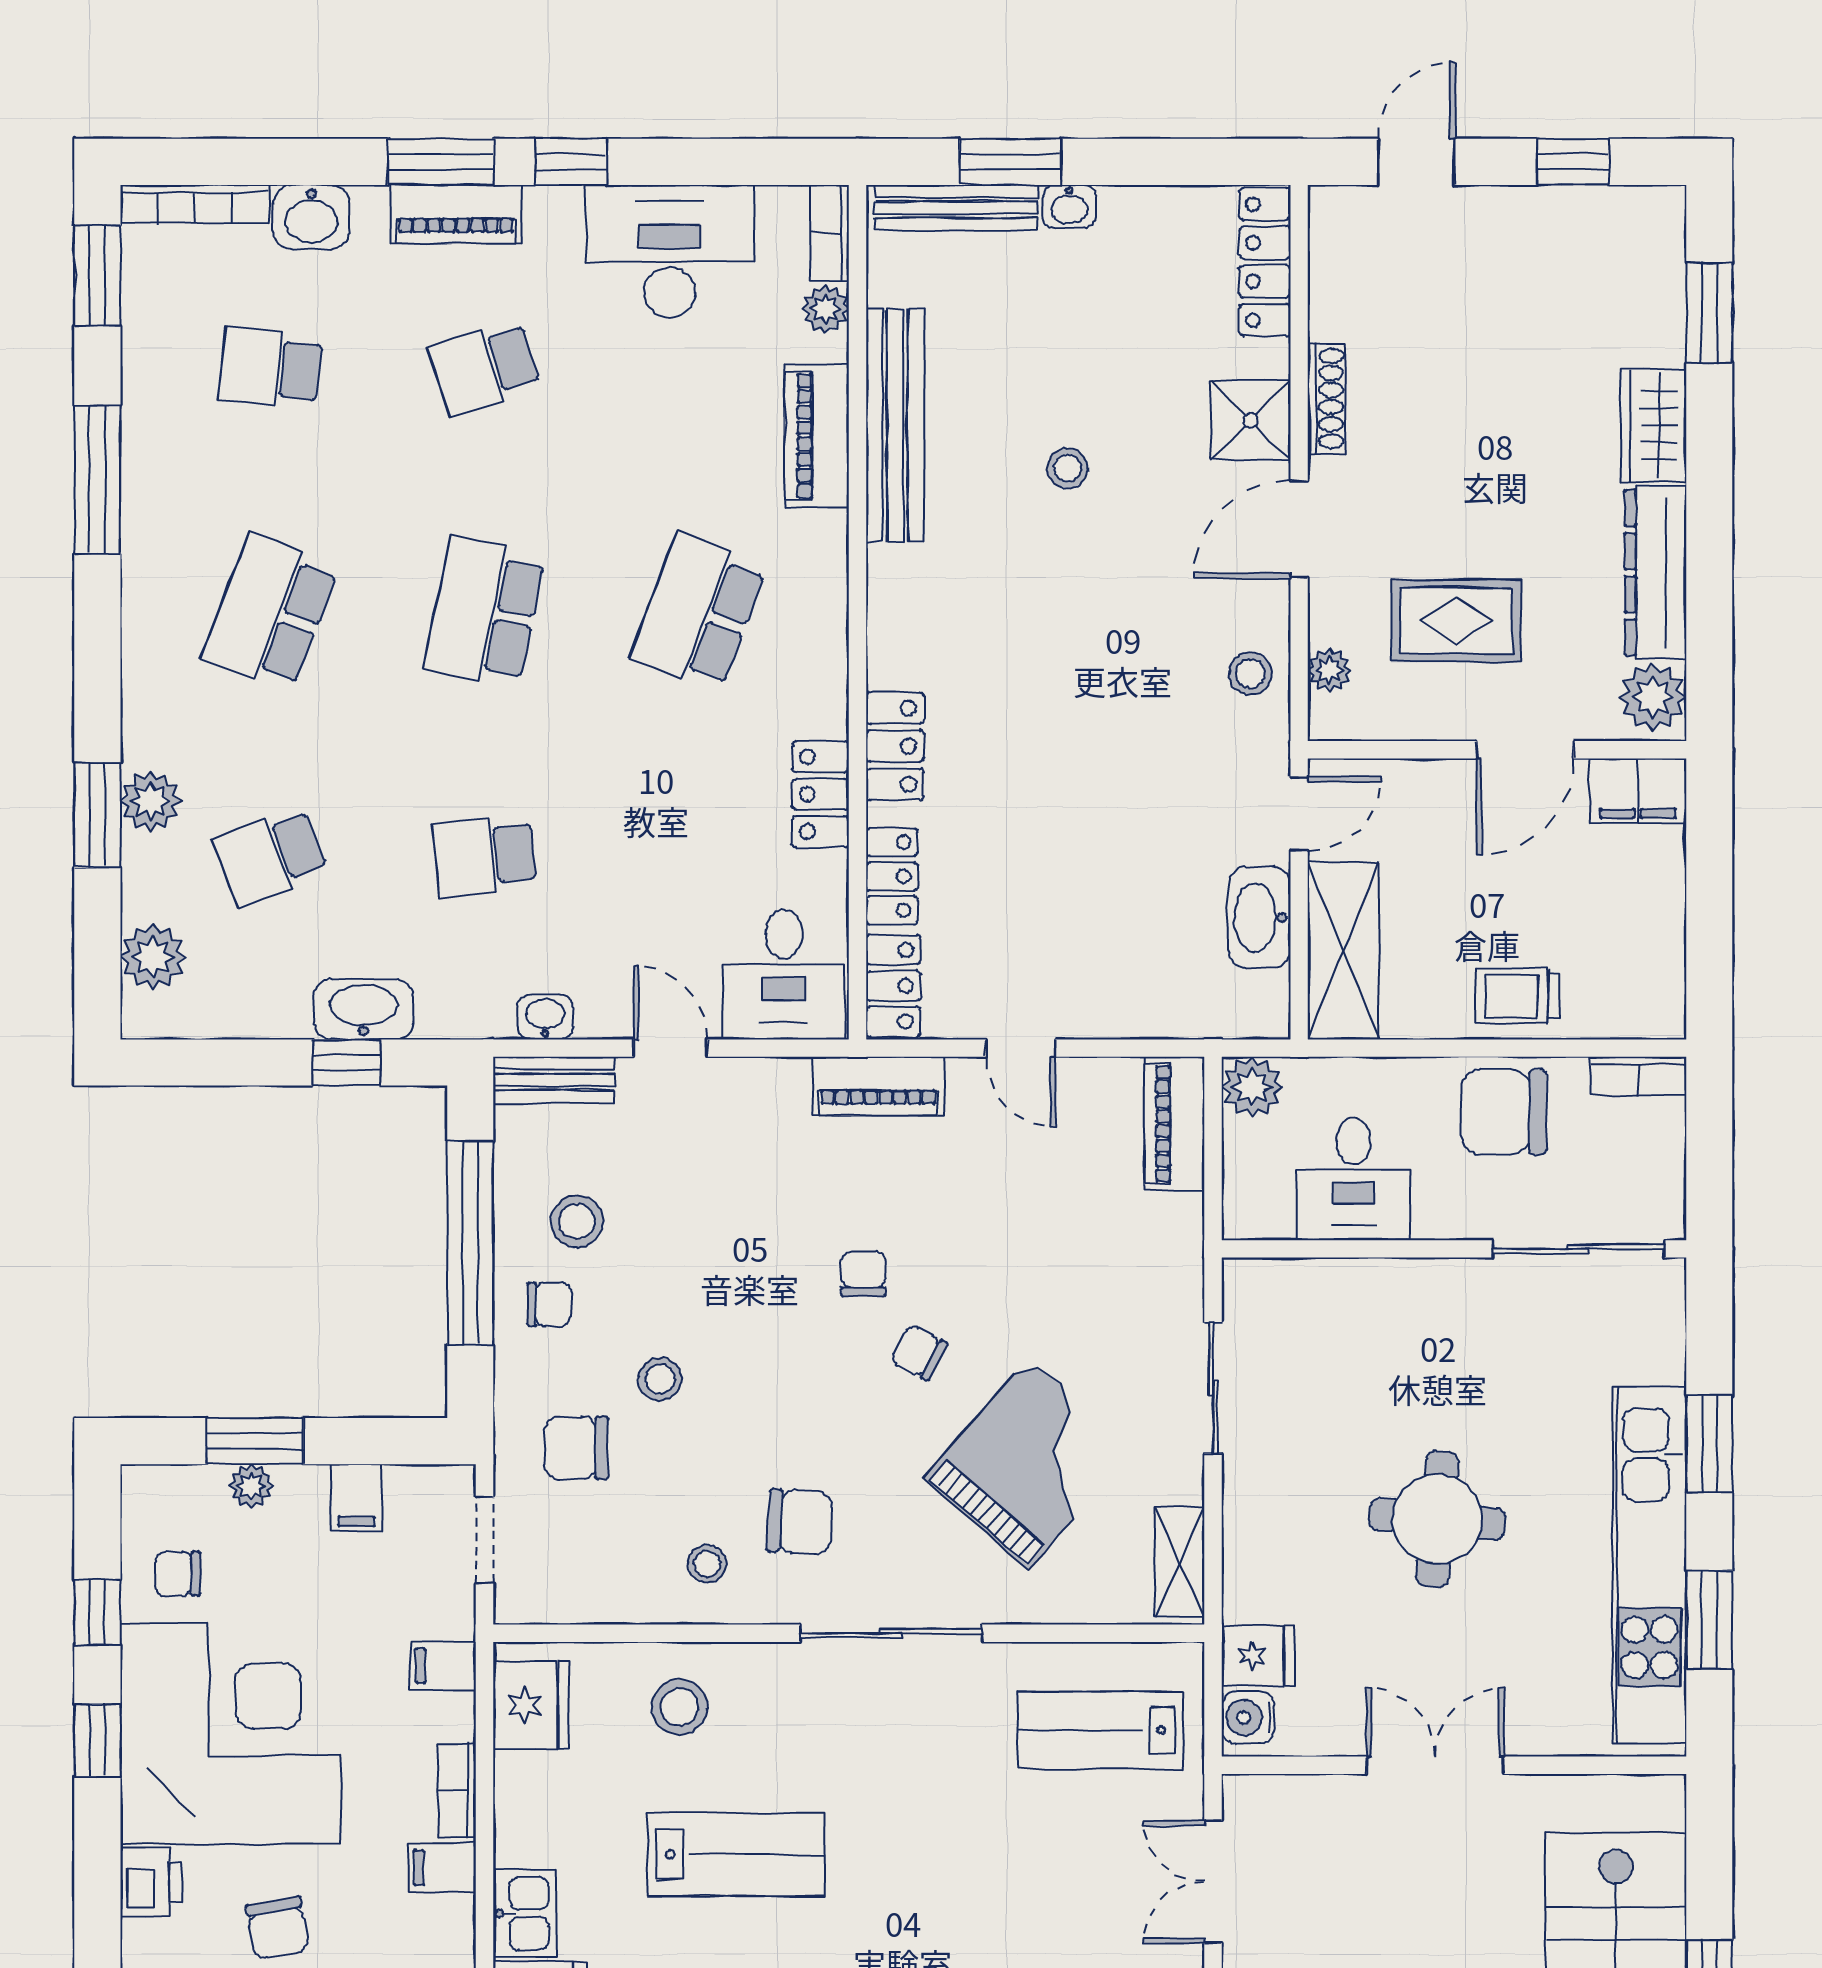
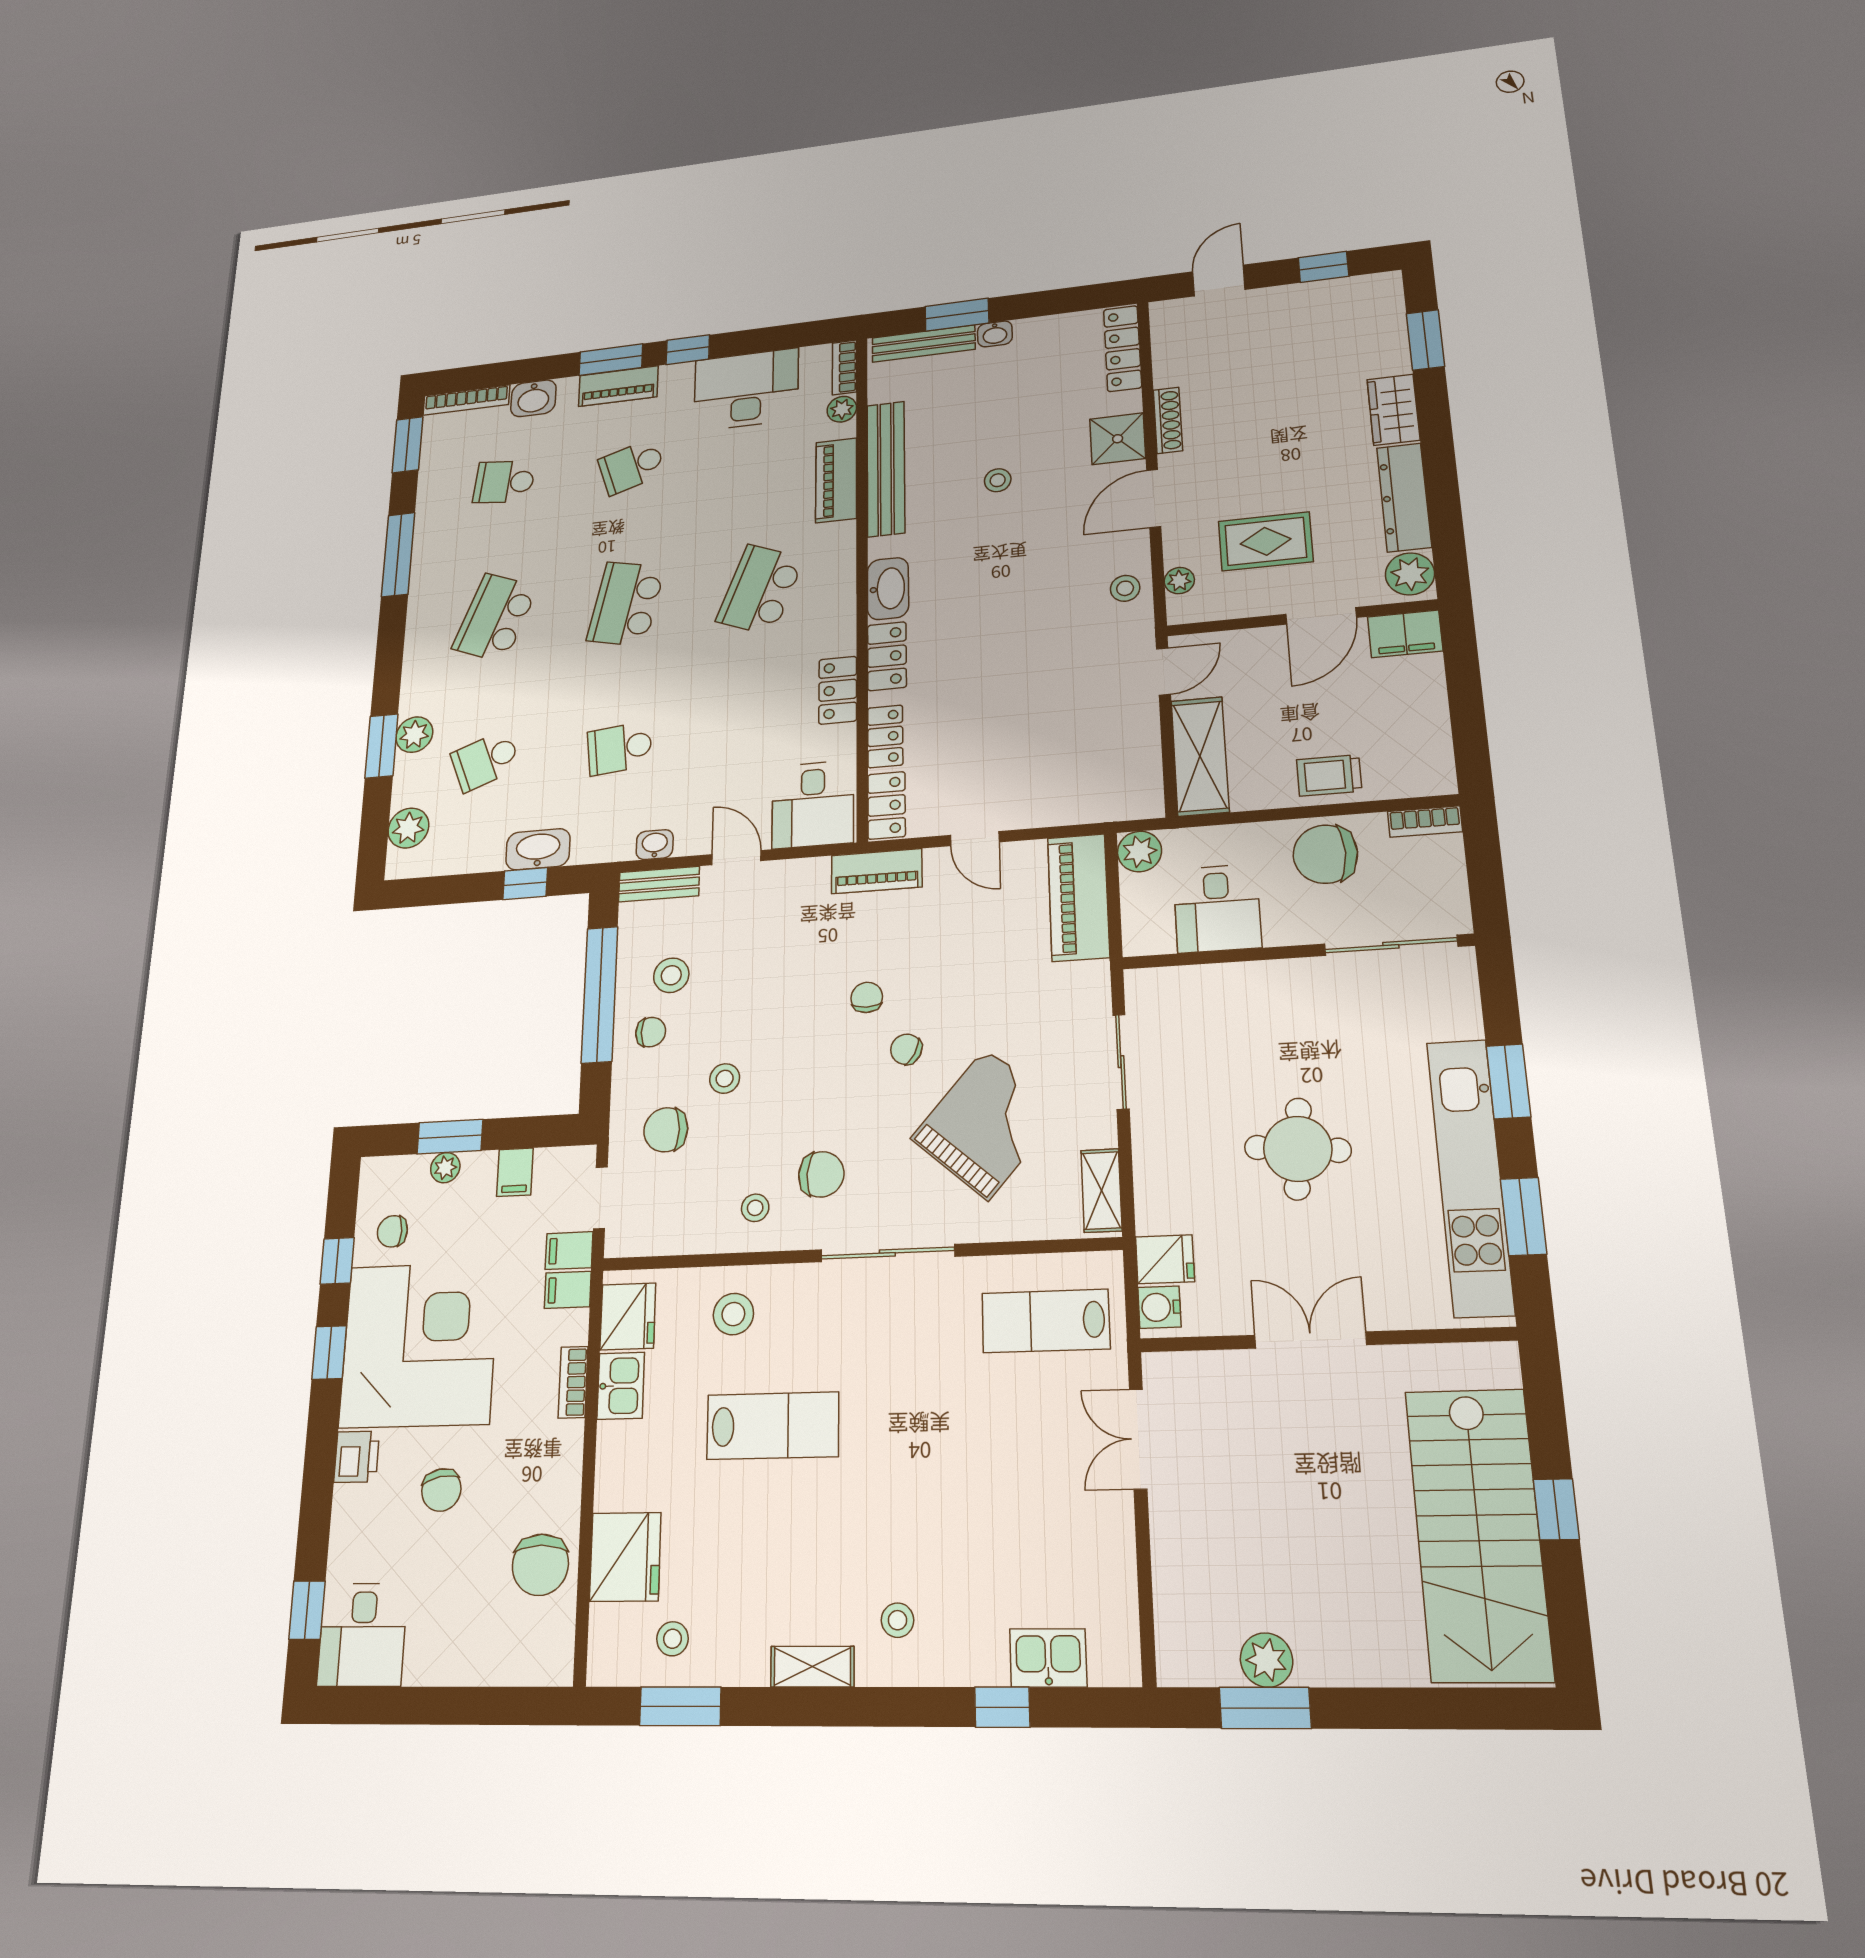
washbasin: (1259, 917) -> (888, 589), moved, turned 180
piano: (1174, 1124) -> (1078, 897), width x1.37, depth x1.33
filing cabinet: (442, 1867) -> (569, 1251), moved
kitchen sink: (525, 1913) -> (621, 1386), moved

